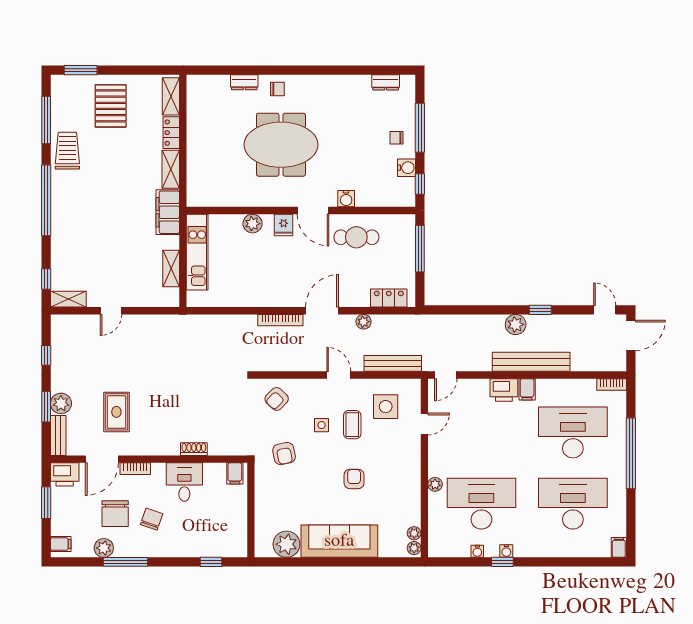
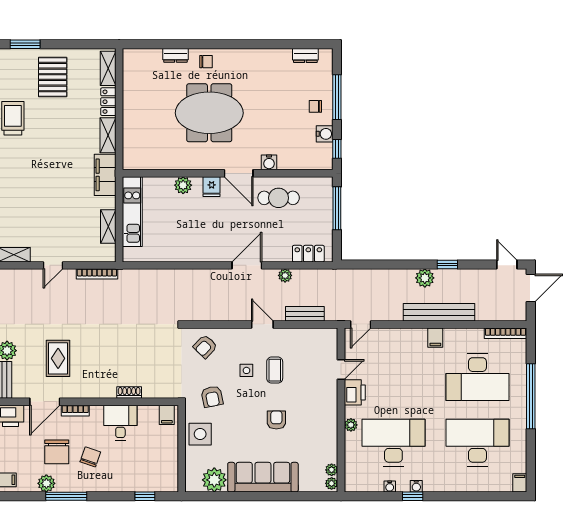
bookcase: (280, 320) -> (97, 274), moved
bench: (393, 363) -> (305, 314), width x0.73
bookcase: (612, 385) -> (505, 333), width x1.56
printer: (504, 390) -> (355, 392), moved, turned -90
side table: (386, 407) -> (200, 434), moved
desk: (573, 432) -> (477, 377), turned 180

